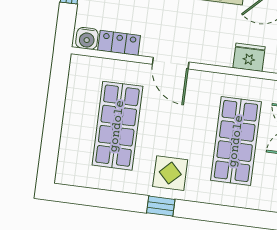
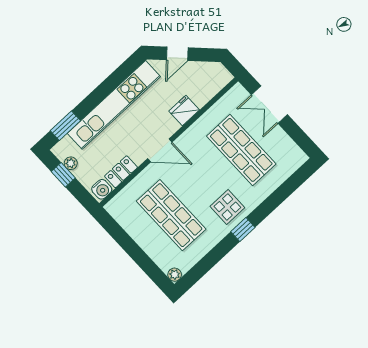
fridge: (249, 57) -> (184, 110), moved
plant: (63, 176) -> (175, 275), added

